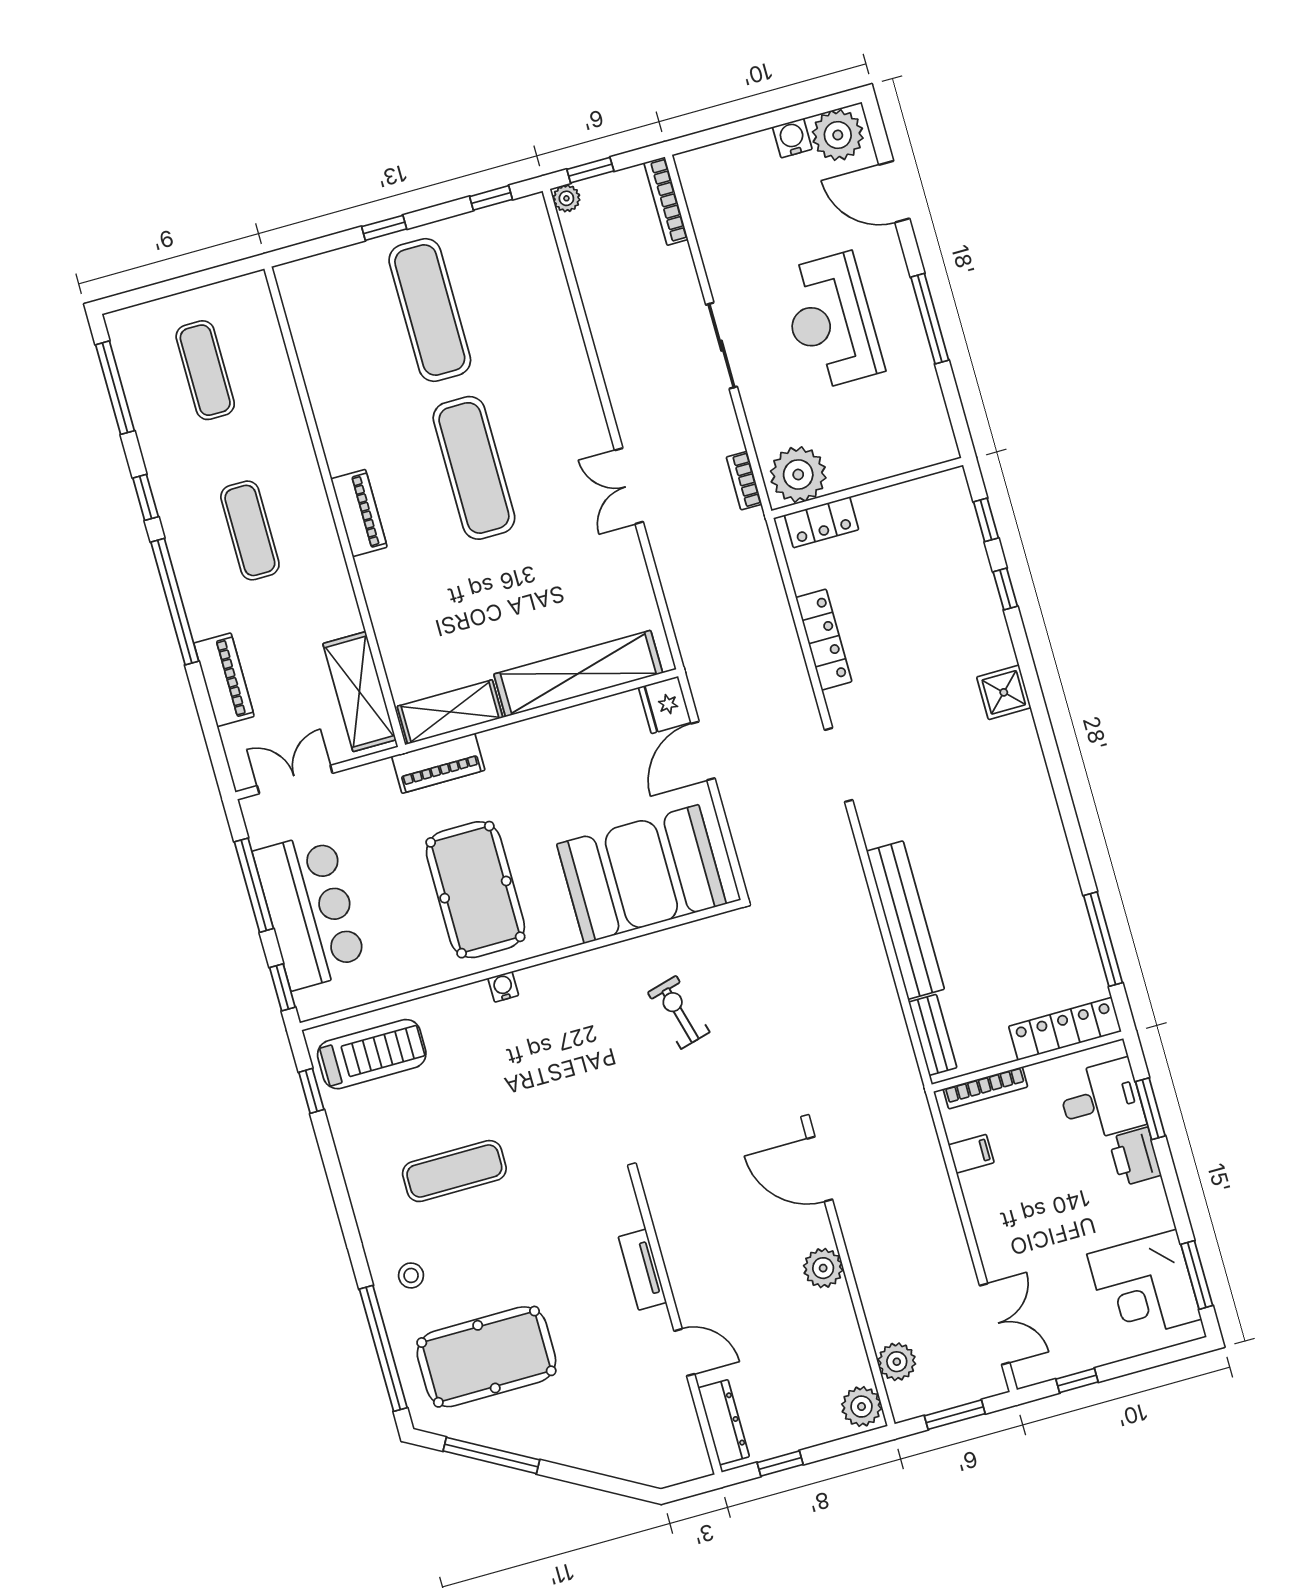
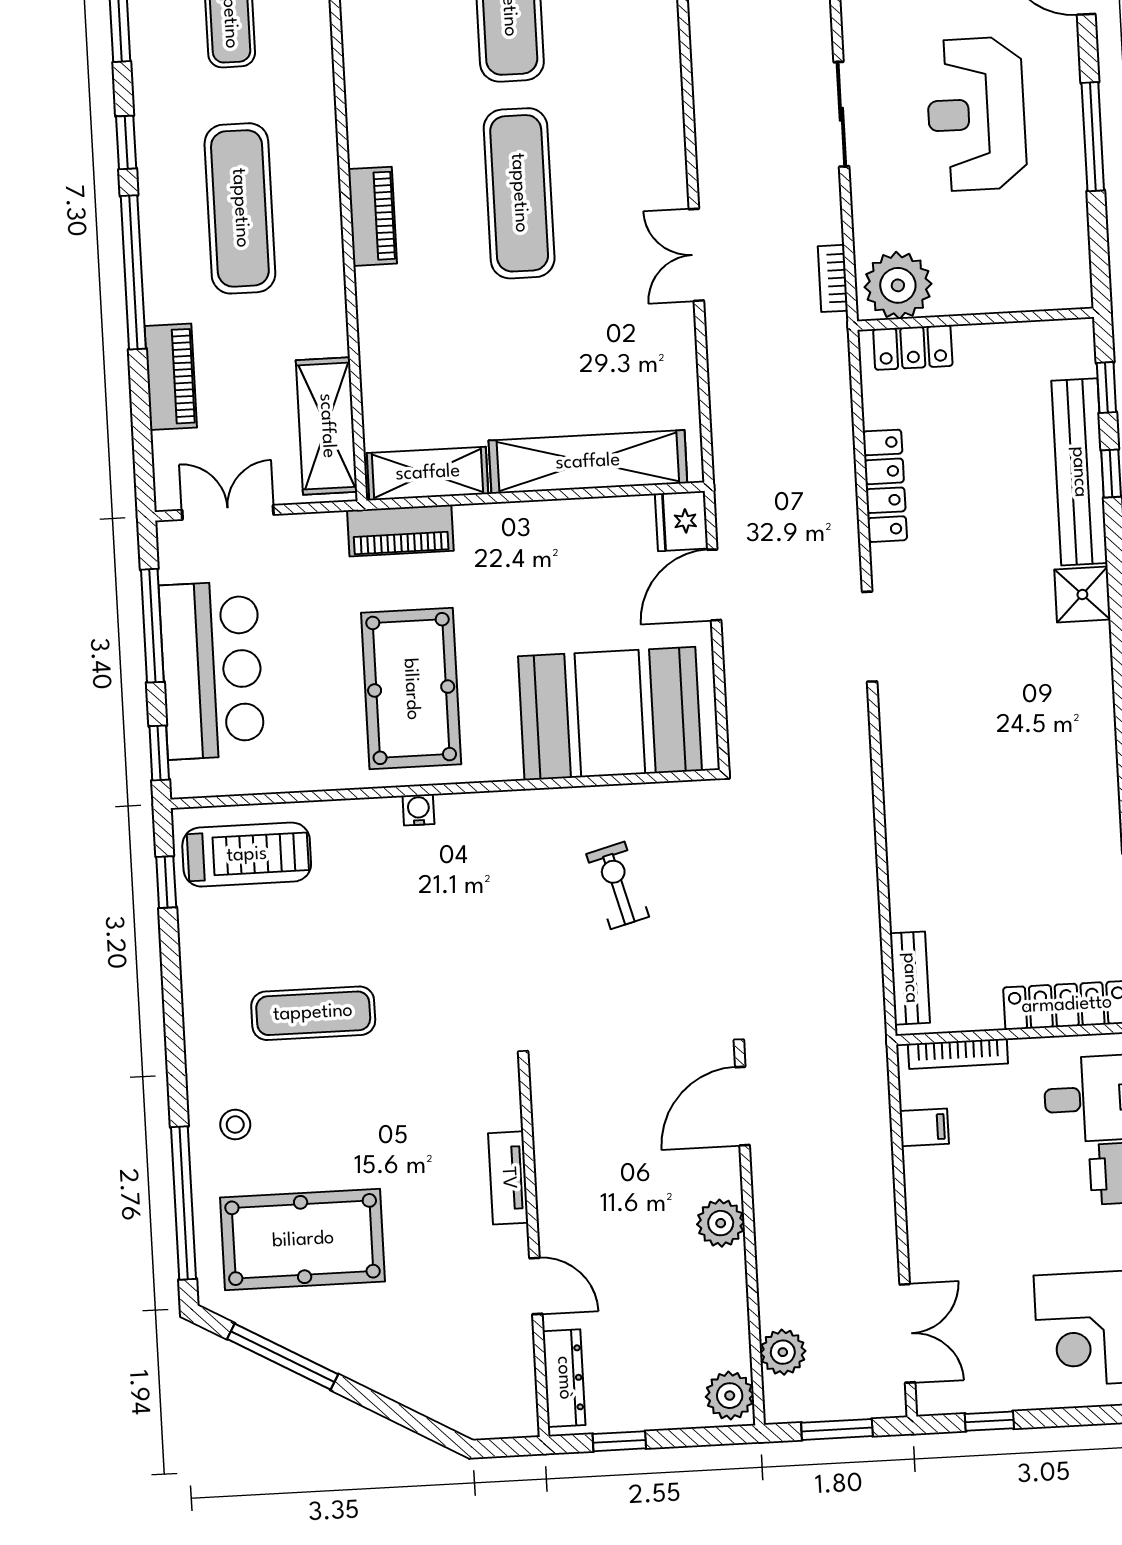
exercise mat: (250, 530) -> (240, 208), width x1.36, depth x1.45
bench: (905, 920) -> (1079, 472), moved
door: (820, 1169) -> (742, 1106), hinge flipped

